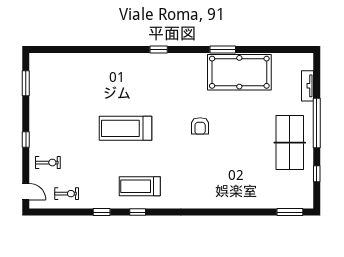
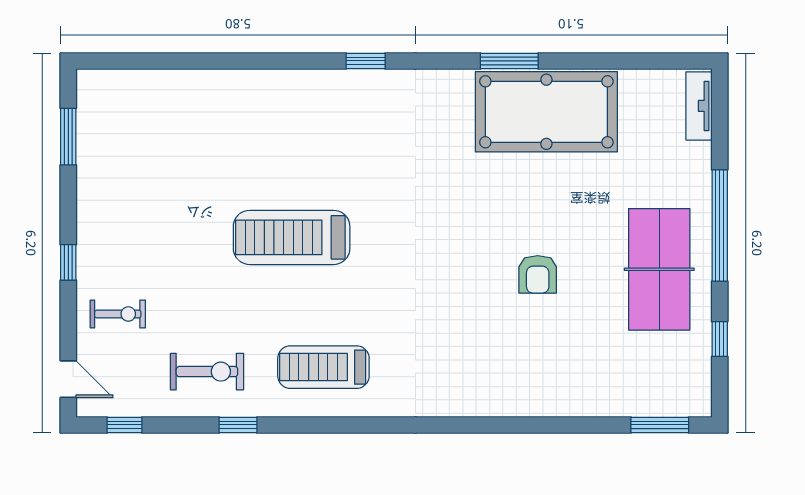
tv unit: (307, 86) -> (699, 106), moved
armchair: (200, 126) -> (538, 274), moved
exercise bike: (67, 194) -> (207, 372), moved, width x1.38, depth x1.39
window: (138, 212) -> (125, 425), moved

